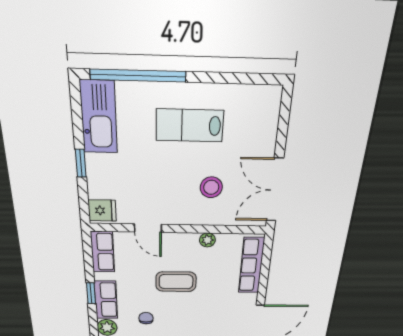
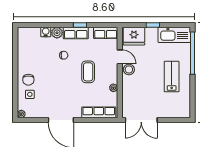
stool: (211, 187) -> (129, 69), moved
double door: (275, 190) -> (141, 120), swing flipped
fridge: (102, 210) -> (134, 36), width x1.88, depth x1.34
door: (148, 228) -> (120, 57), swing flipped

